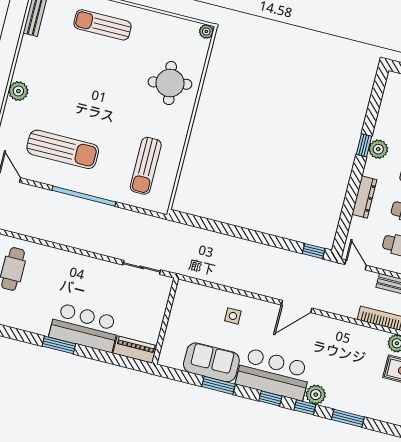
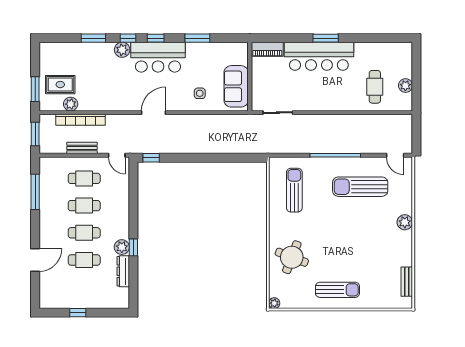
sun lounger: (103, 25) -> (337, 290), moved
round table: (170, 83) -> (292, 257), turned 31
dresser: (364, 197) -> (123, 271), moved
bar counter: (84, 327) -> (319, 56), width x1.36
sofa: (211, 362) -> (236, 86), moved, turned 90

